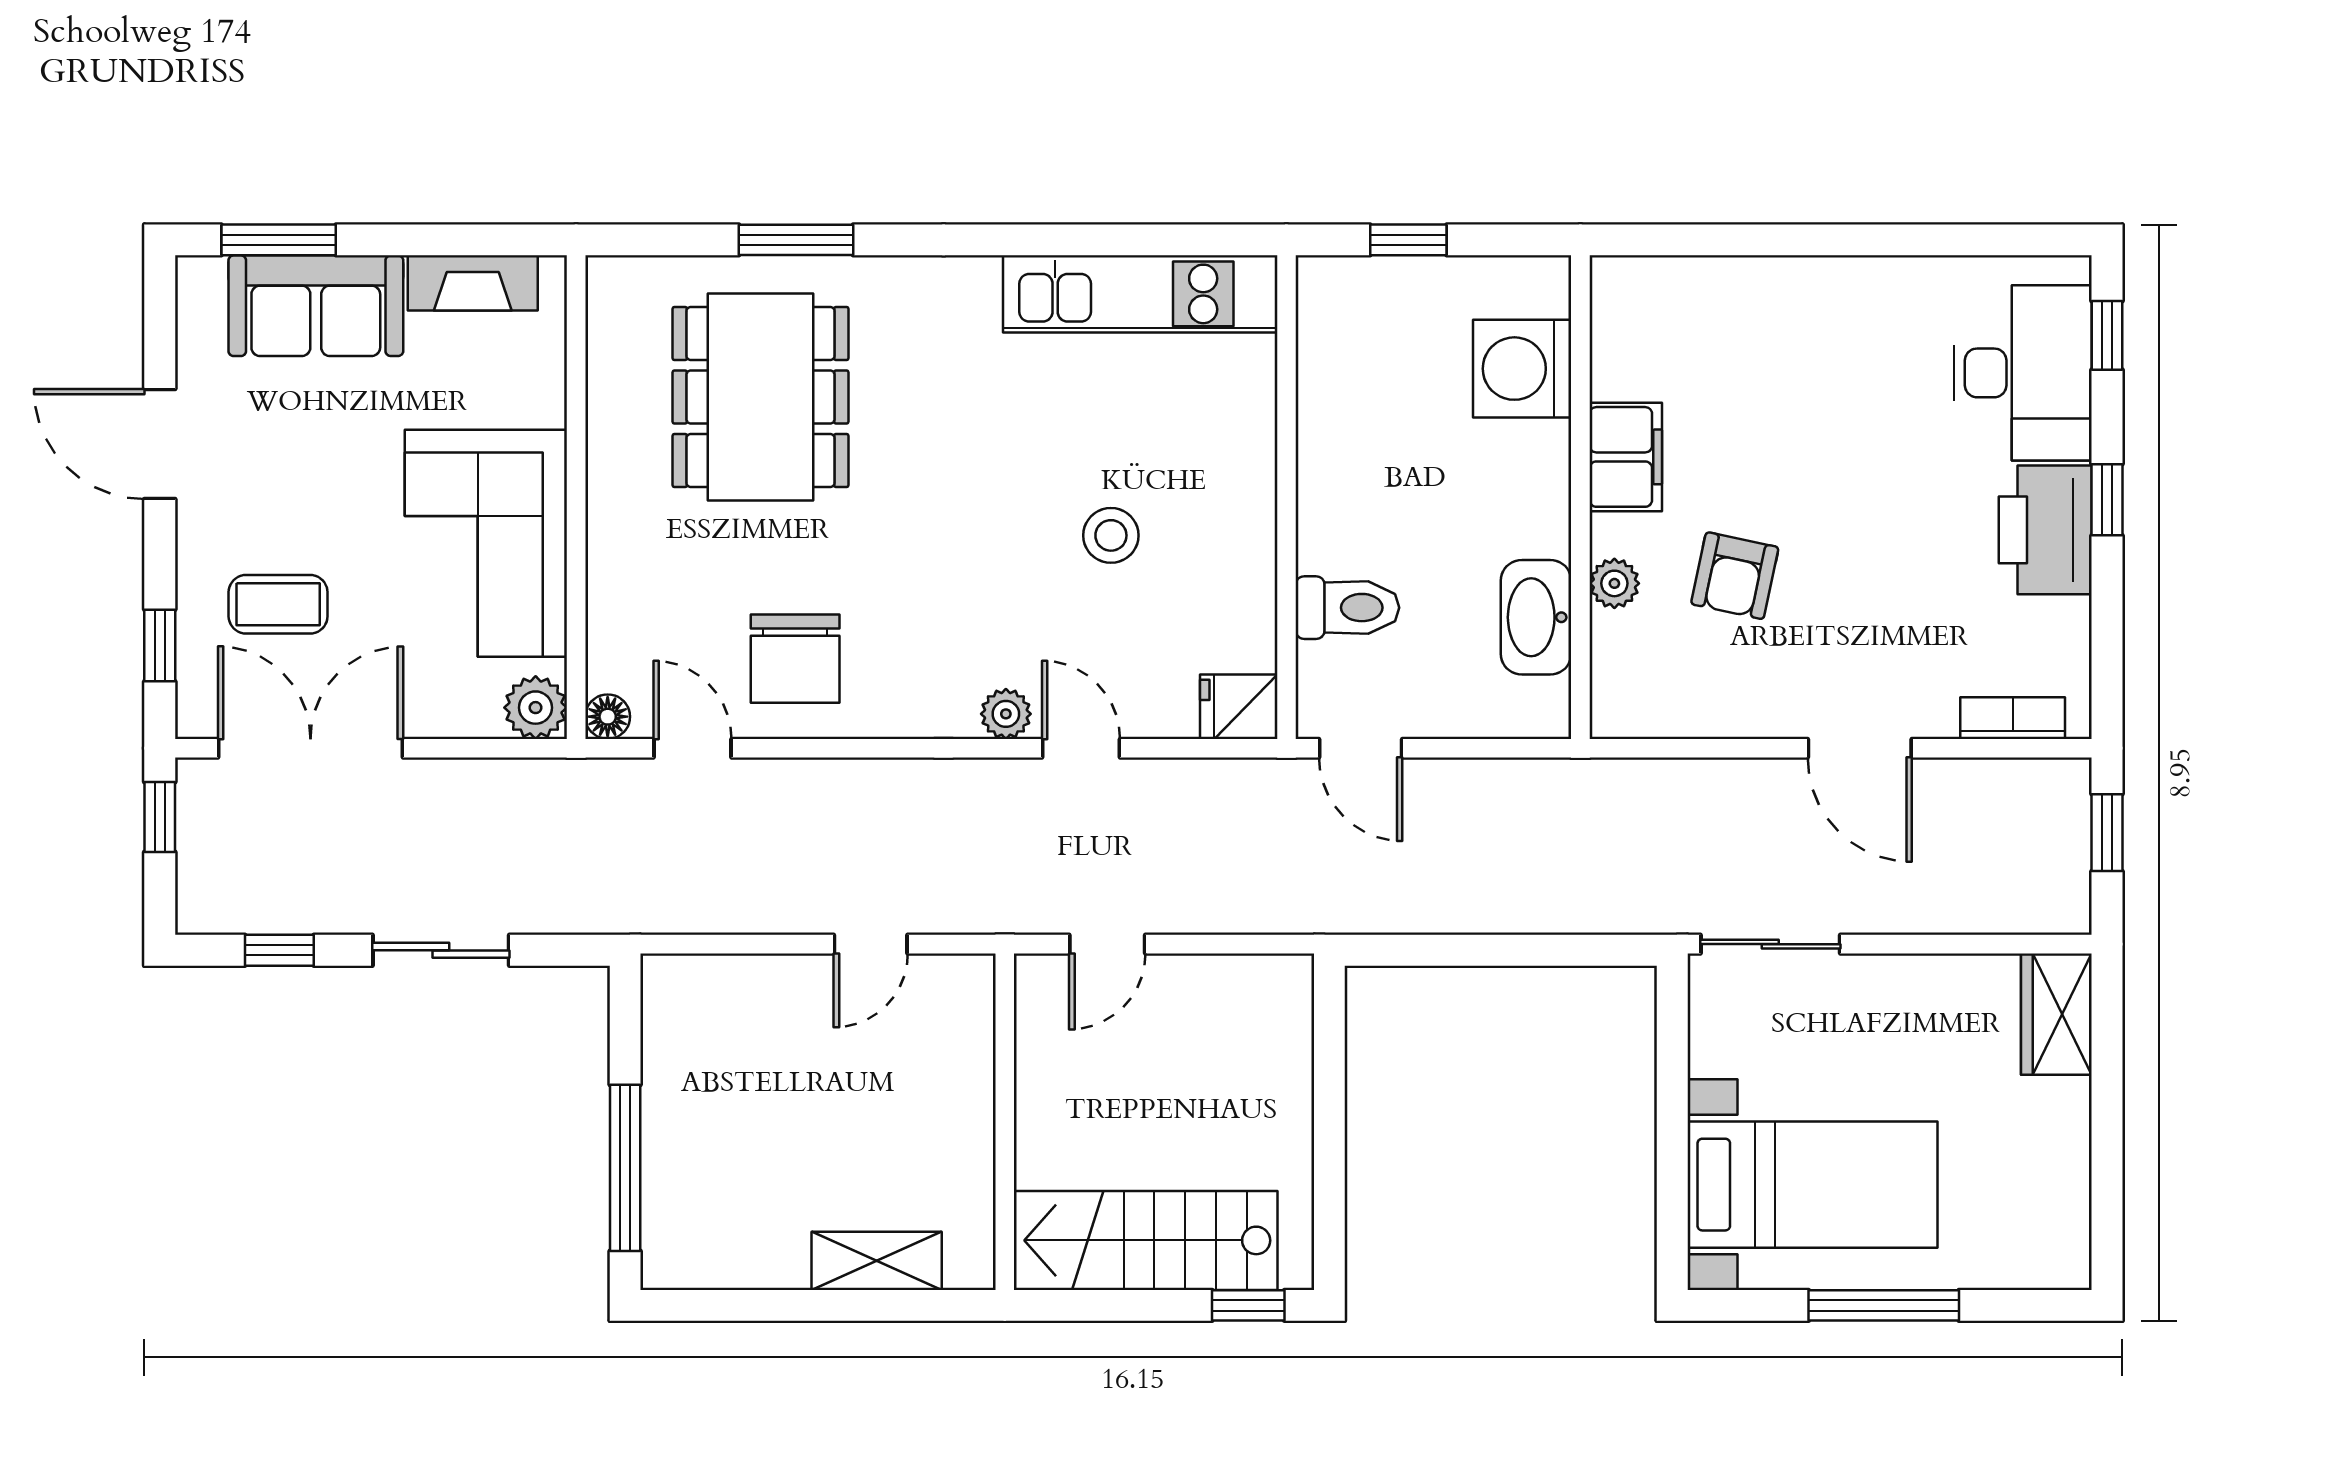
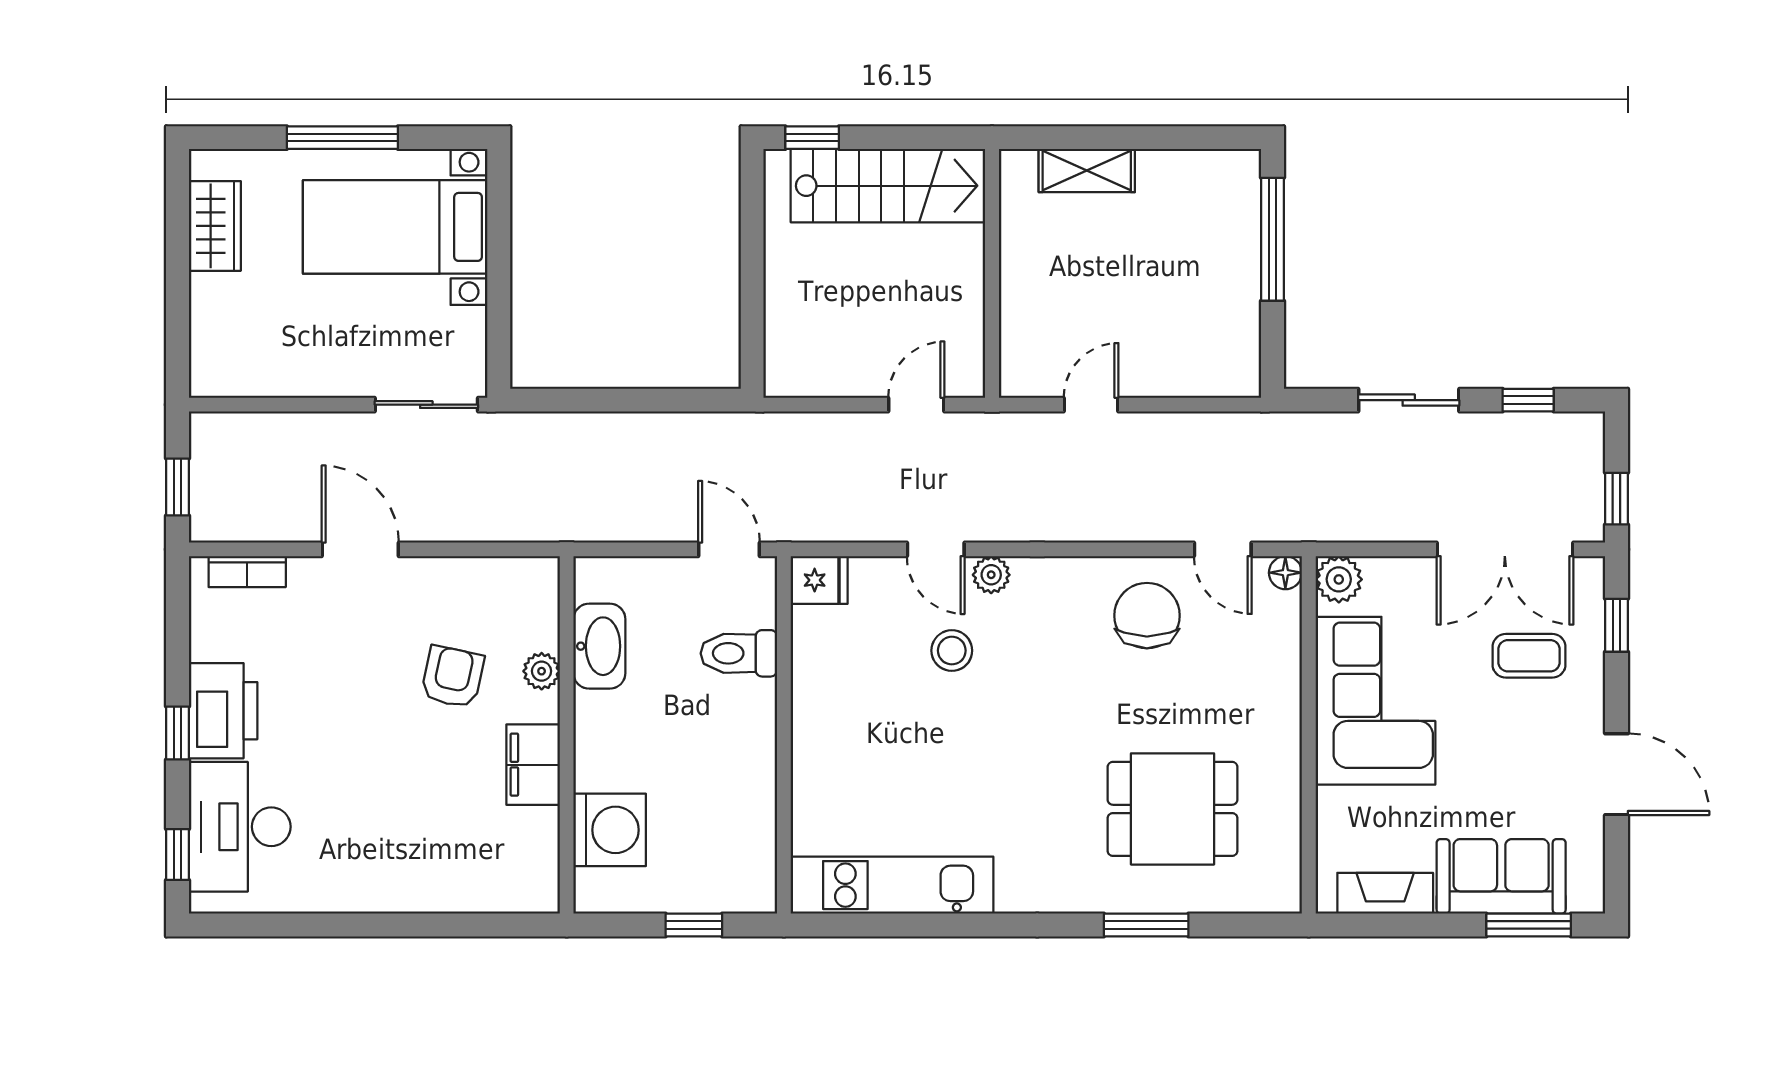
dining table: (761, 397) -> (1173, 809), width x0.73
stool: (1111, 535) -> (952, 651), moved
wardrobe: (2056, 1014) -> (215, 226), moved

